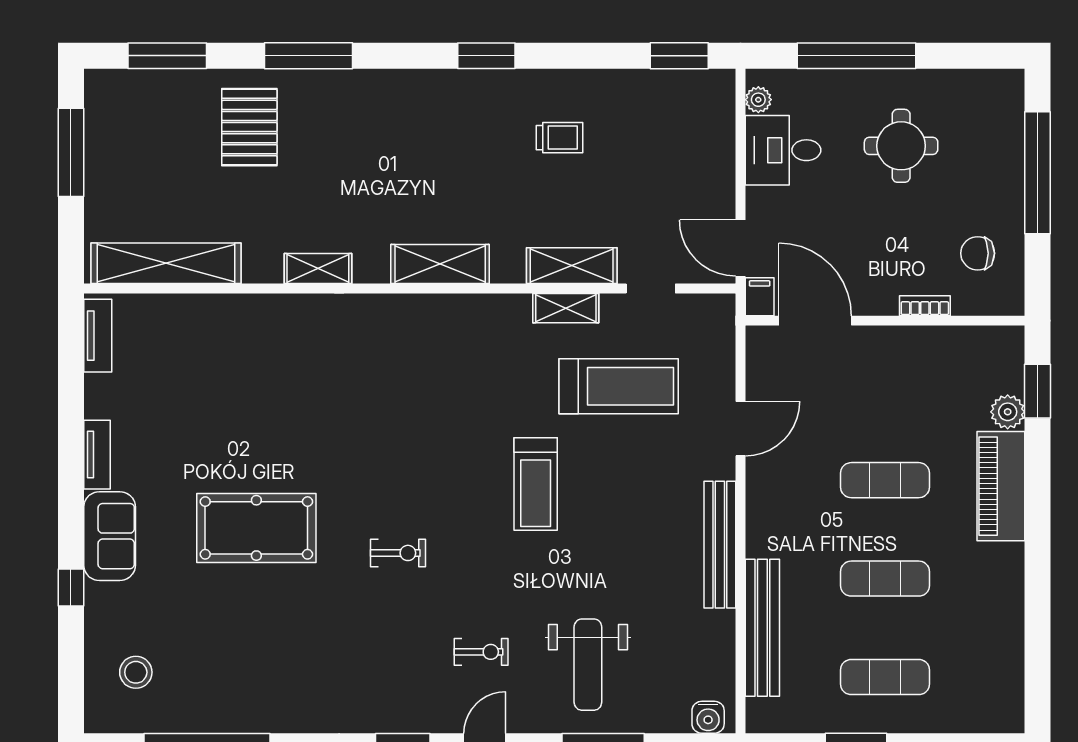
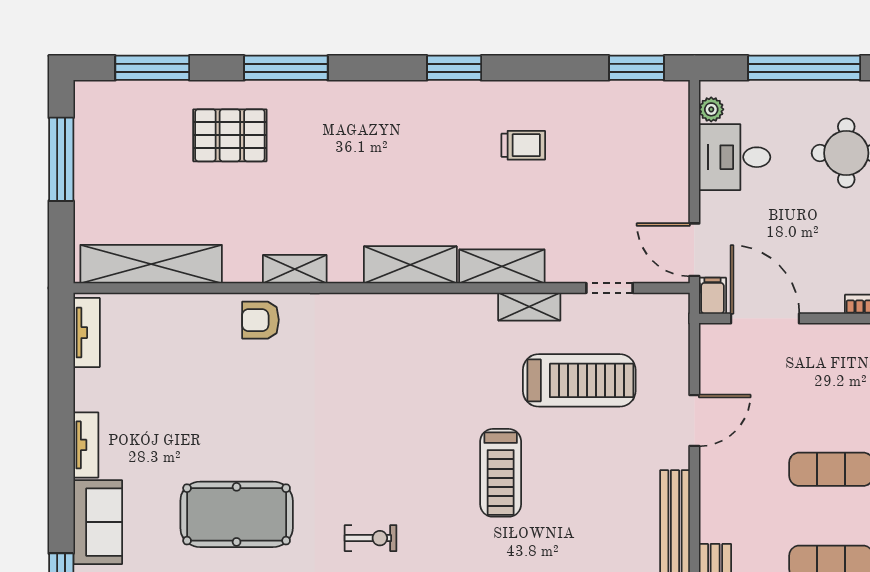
pallet: (249, 127) -> (230, 135), turned 90
shelving: (572, 266) -> (502, 266), moved
armchair: (282, 323) -> (260, 320), added

